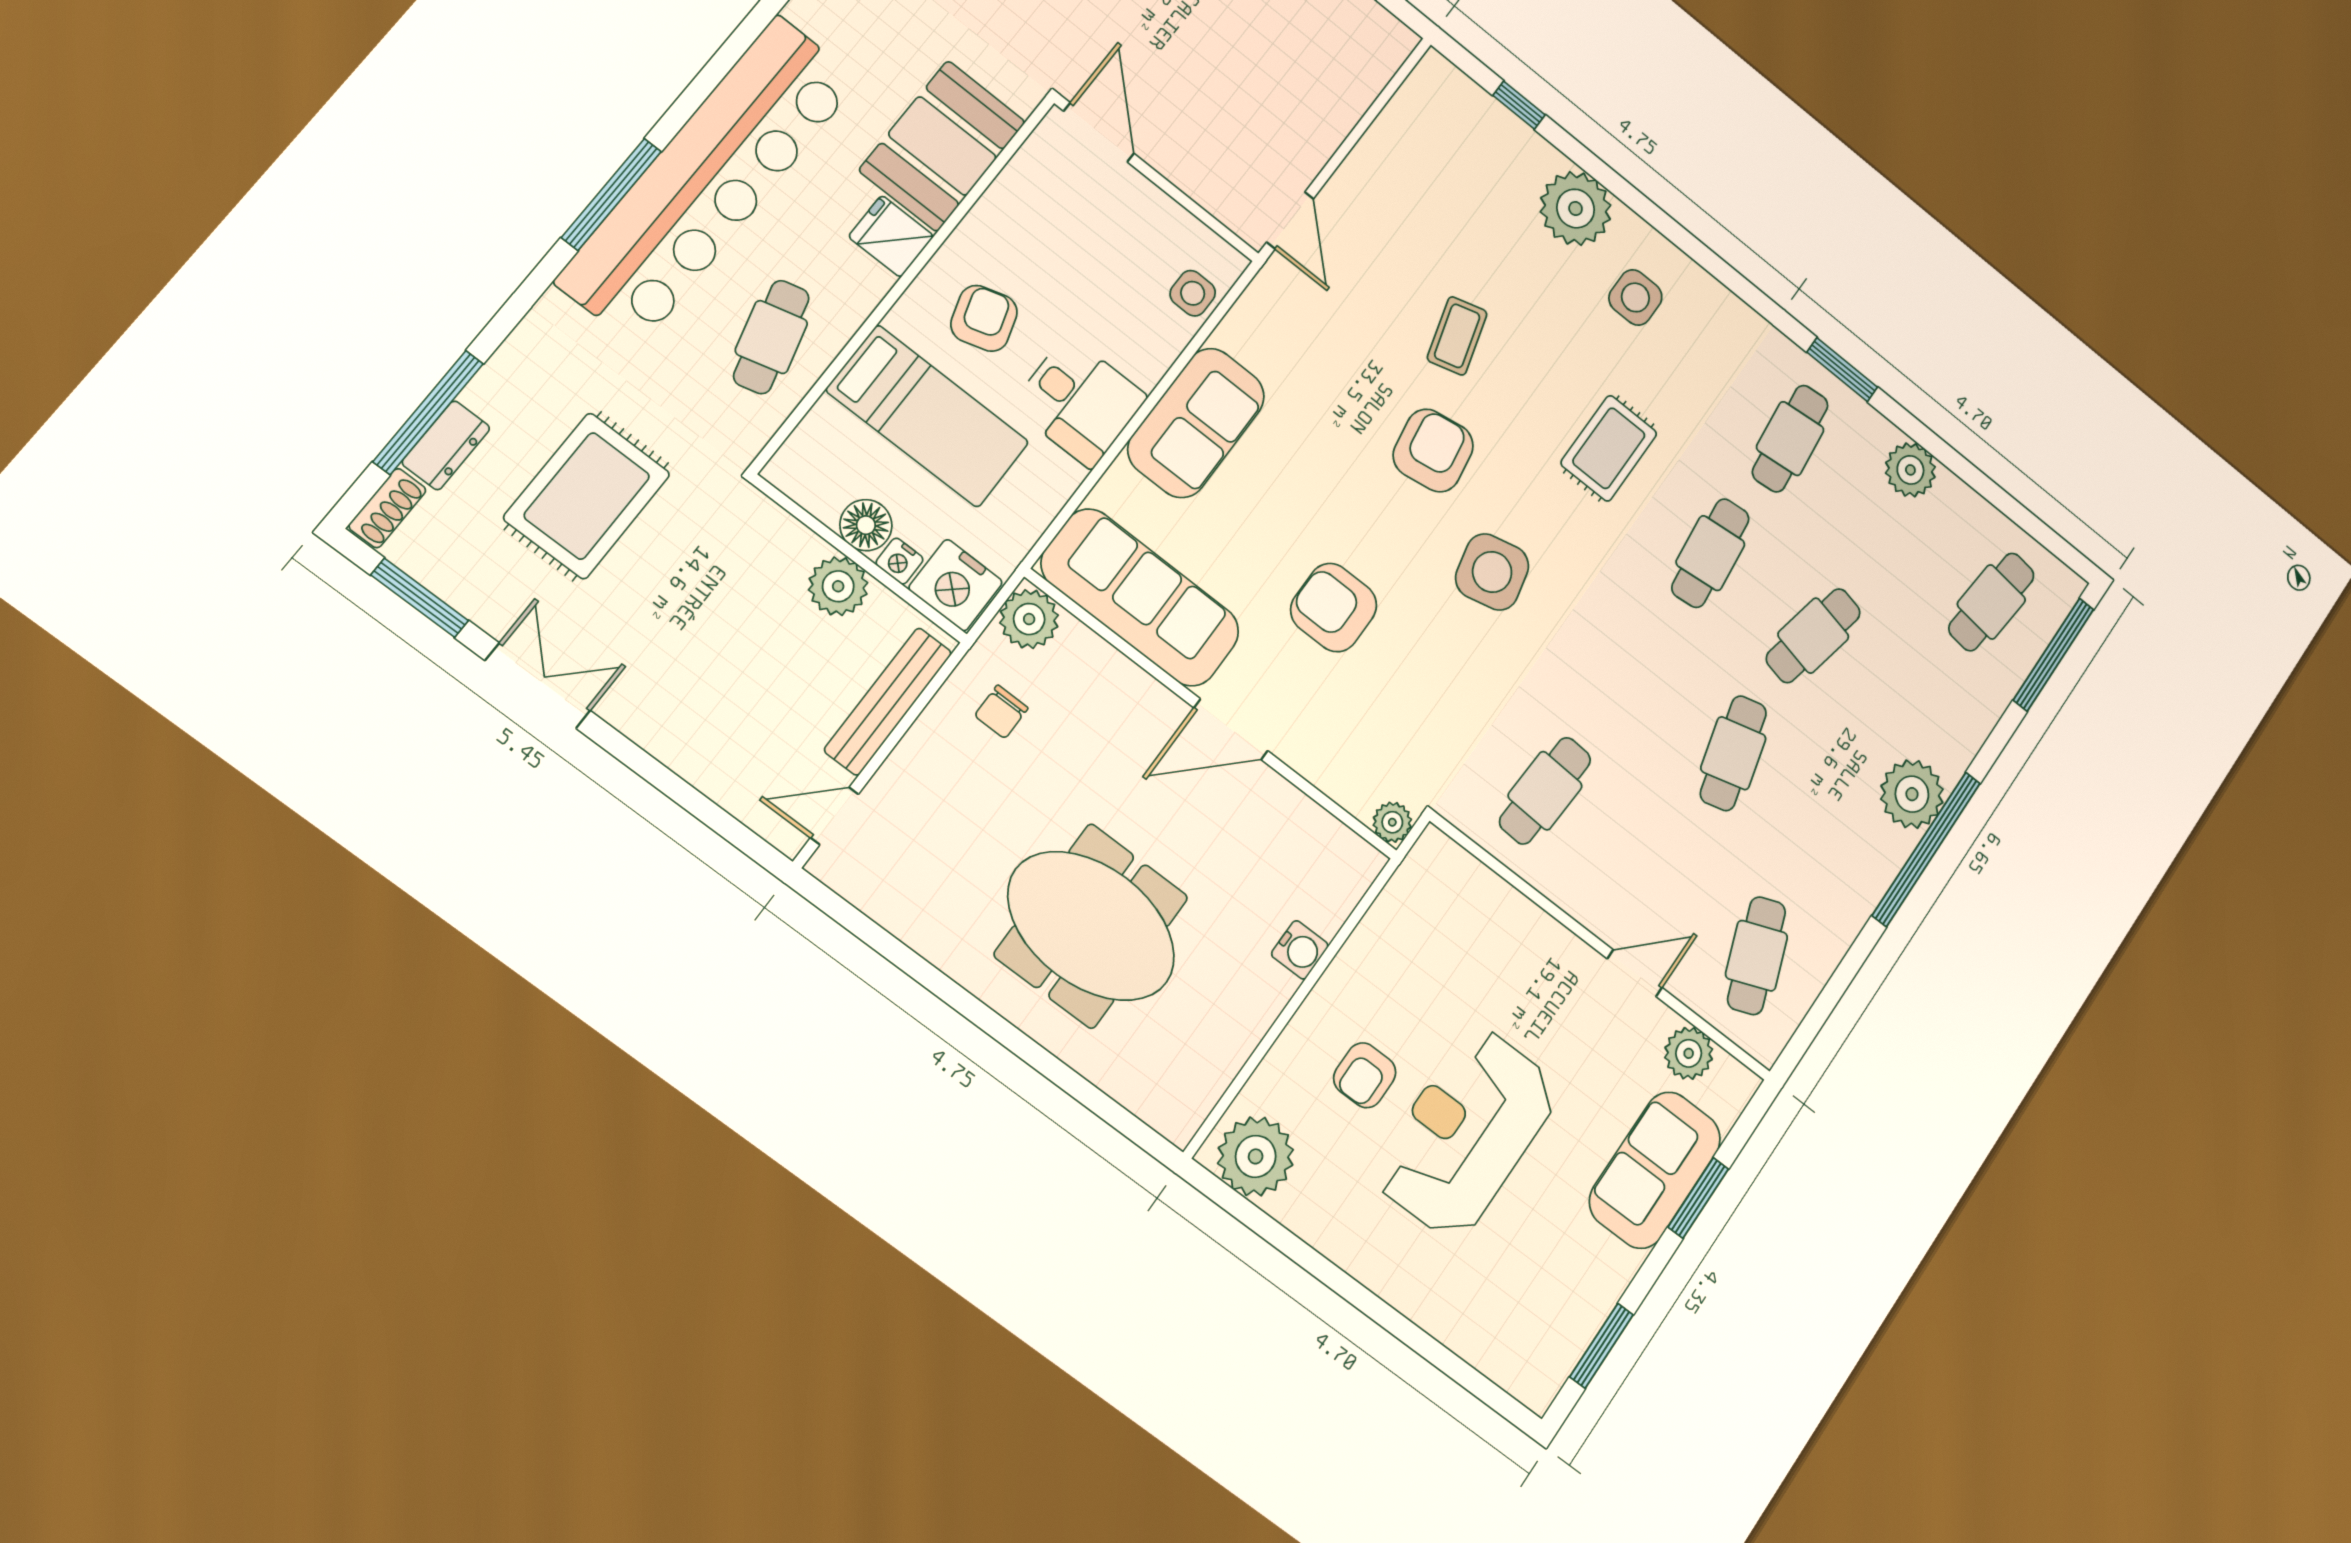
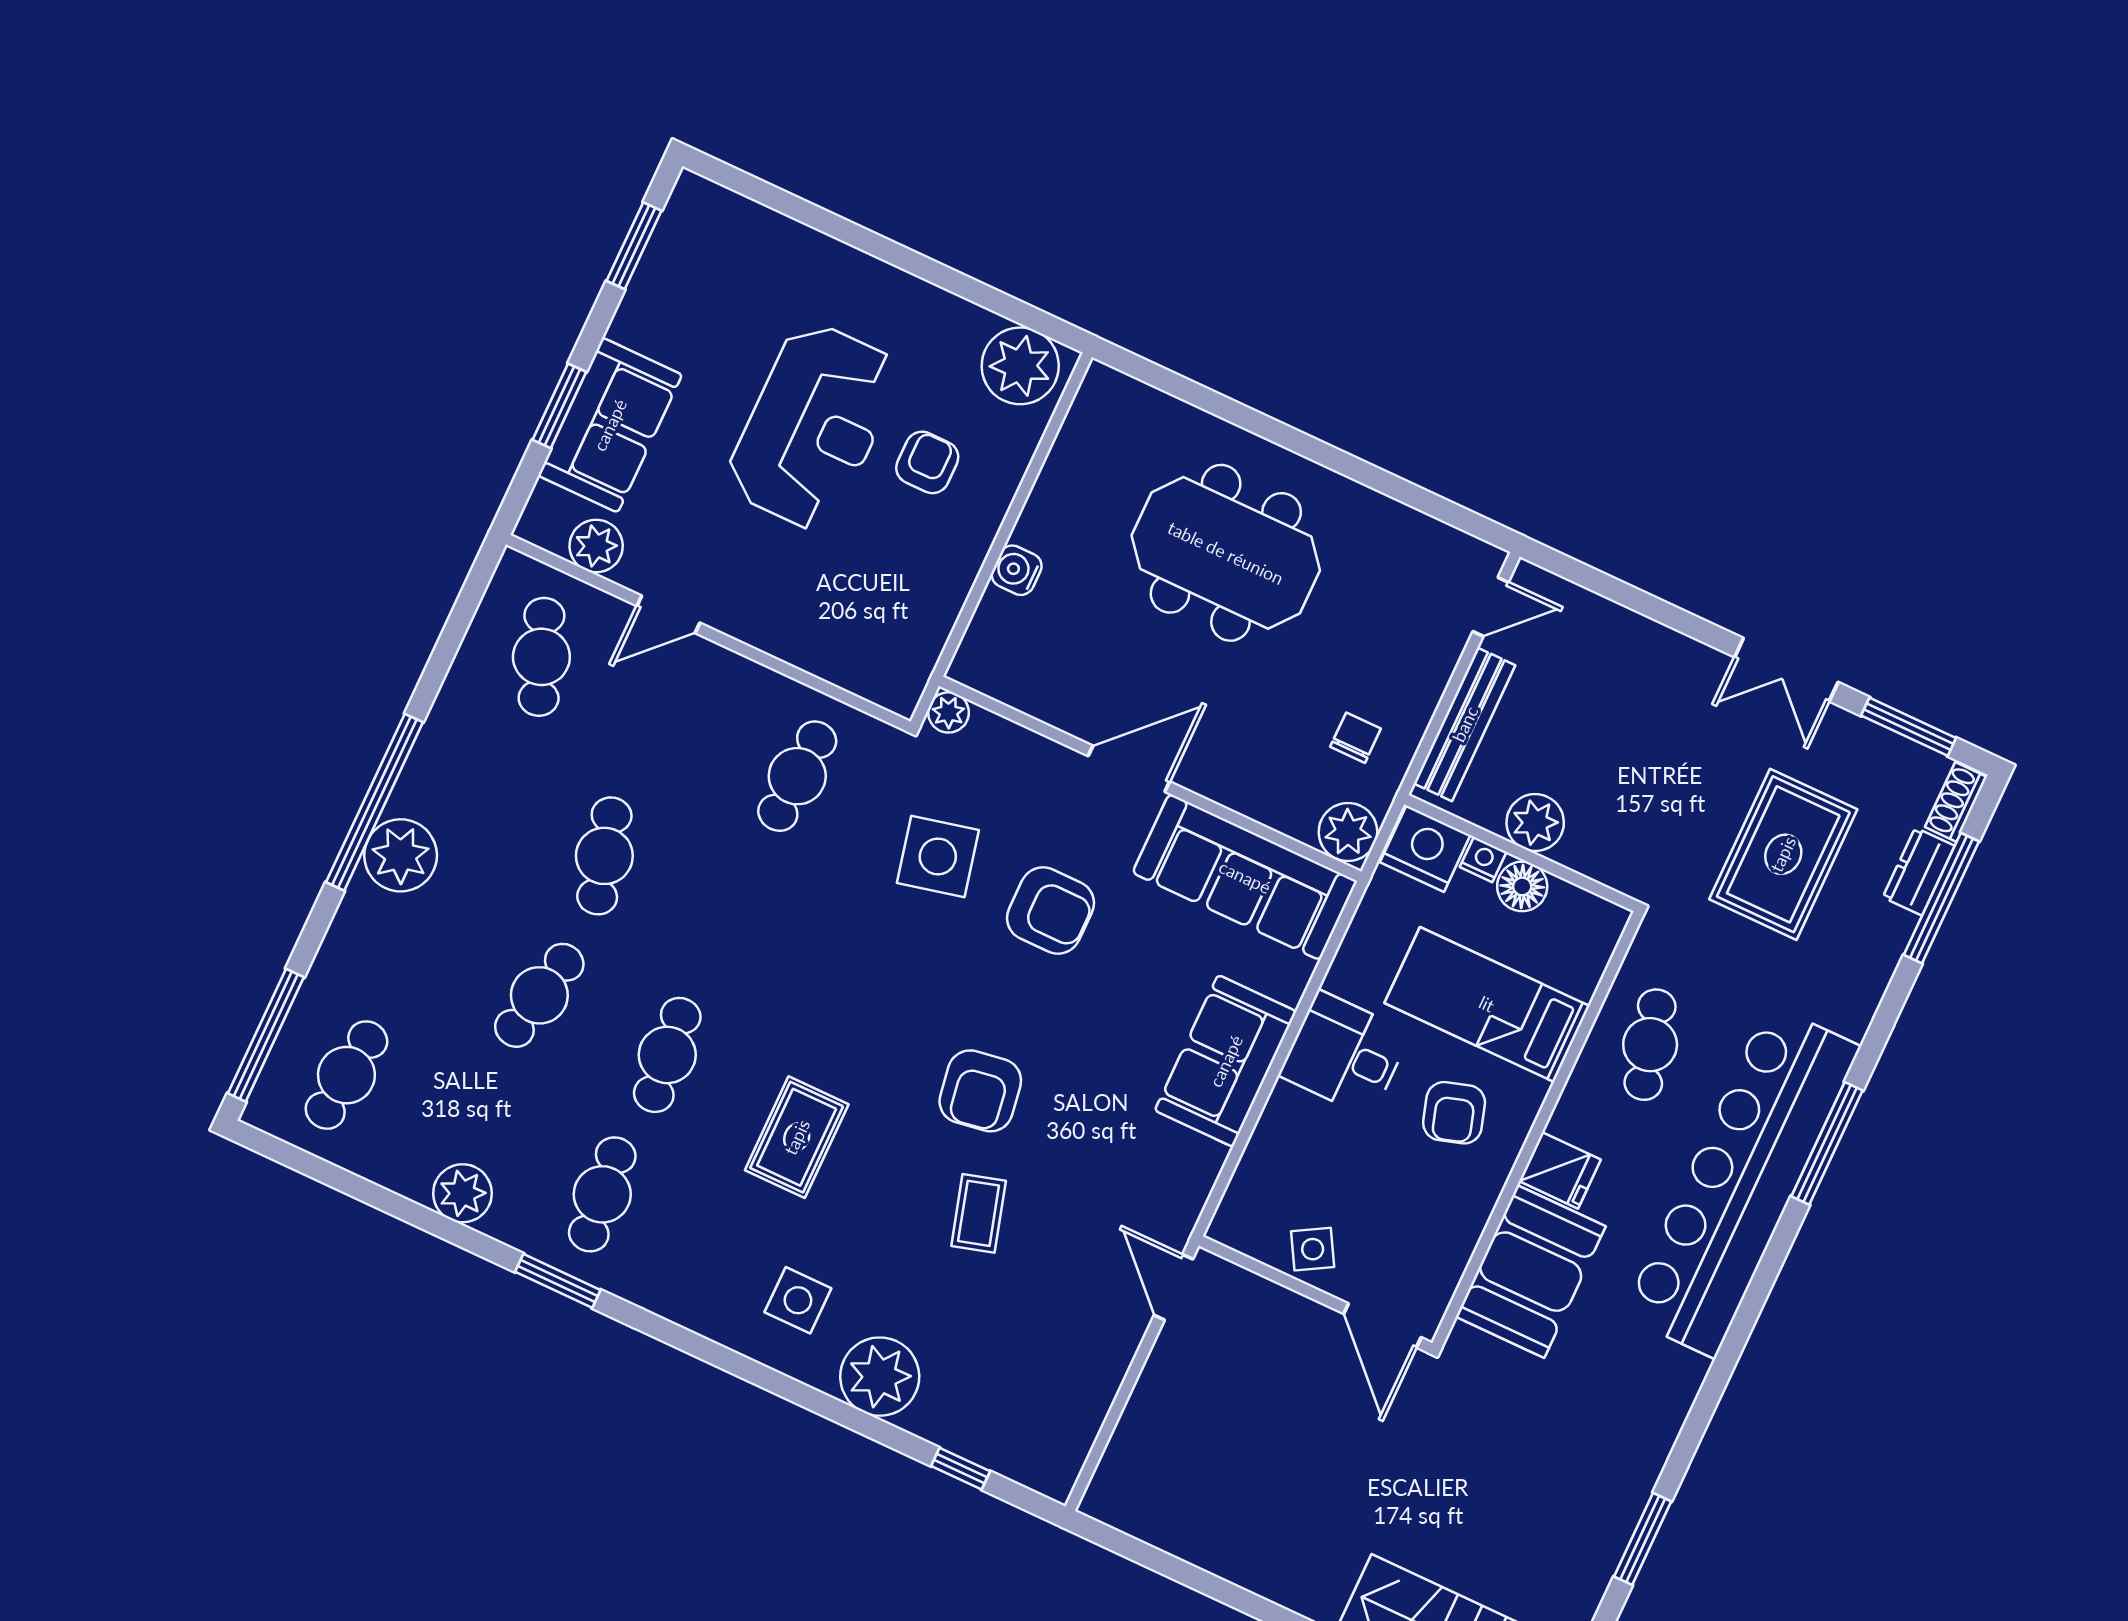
side table: (1193, 293) -> (1313, 1249), moved, turned -30
side table: (1492, 572) -> (938, 856), moved

